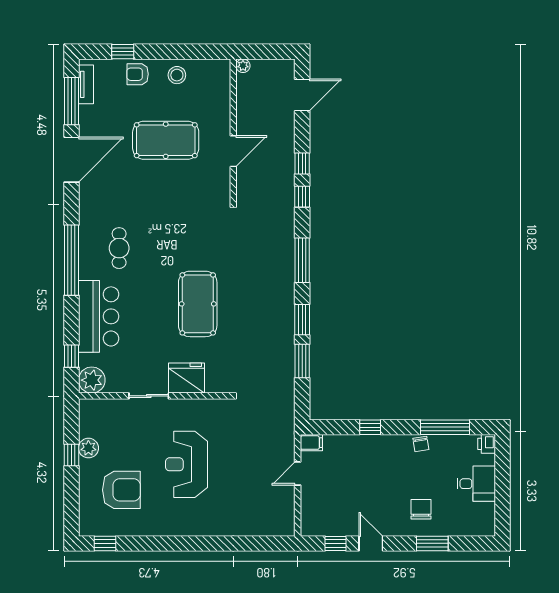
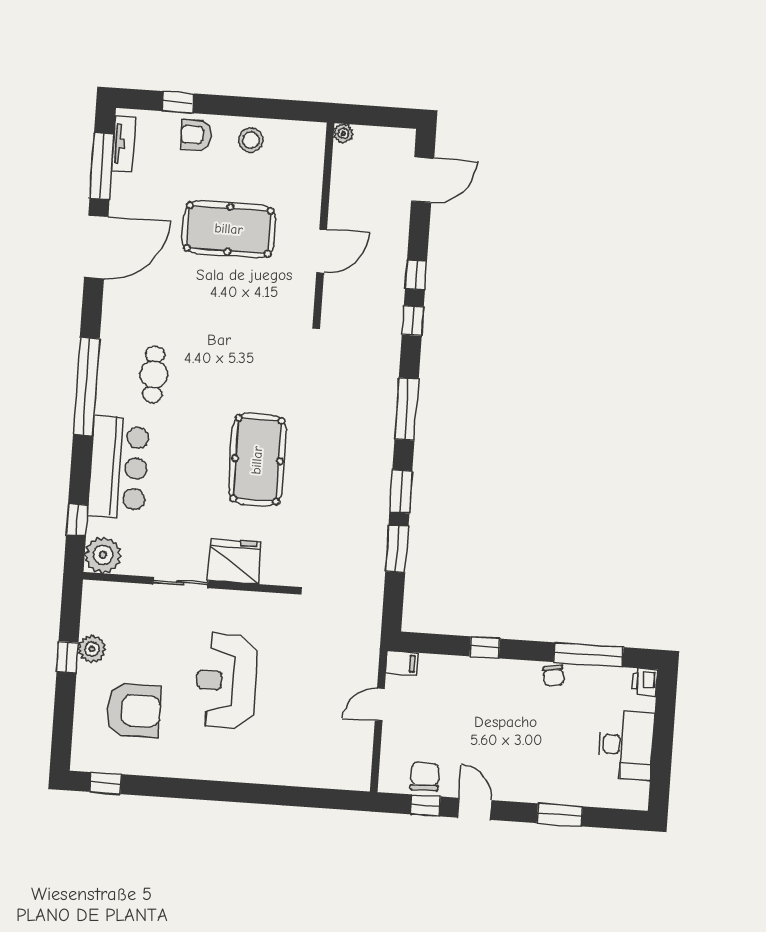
desk: (476, 484) -> (626, 745), width x1.37
chair: (421, 509) -> (425, 777), moved

